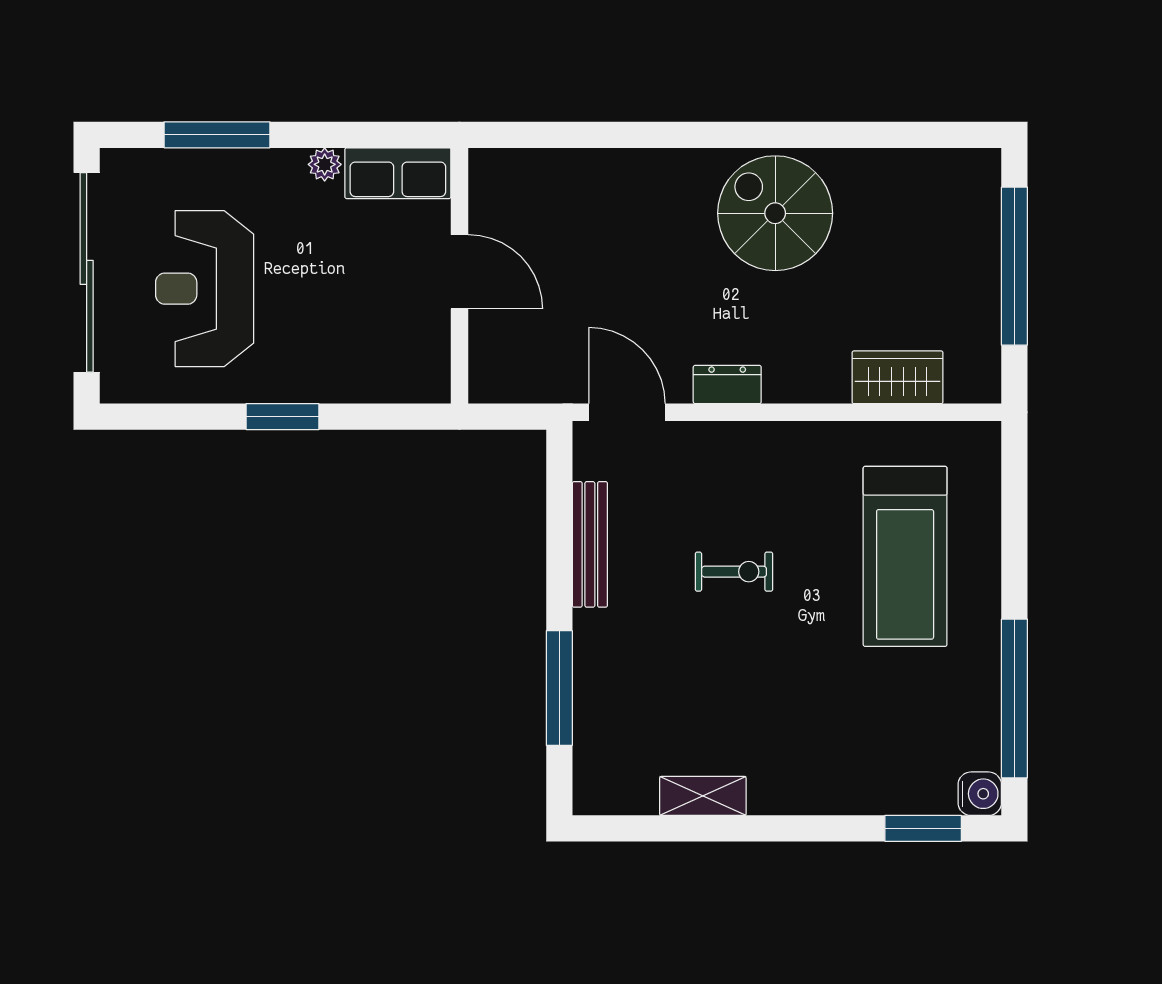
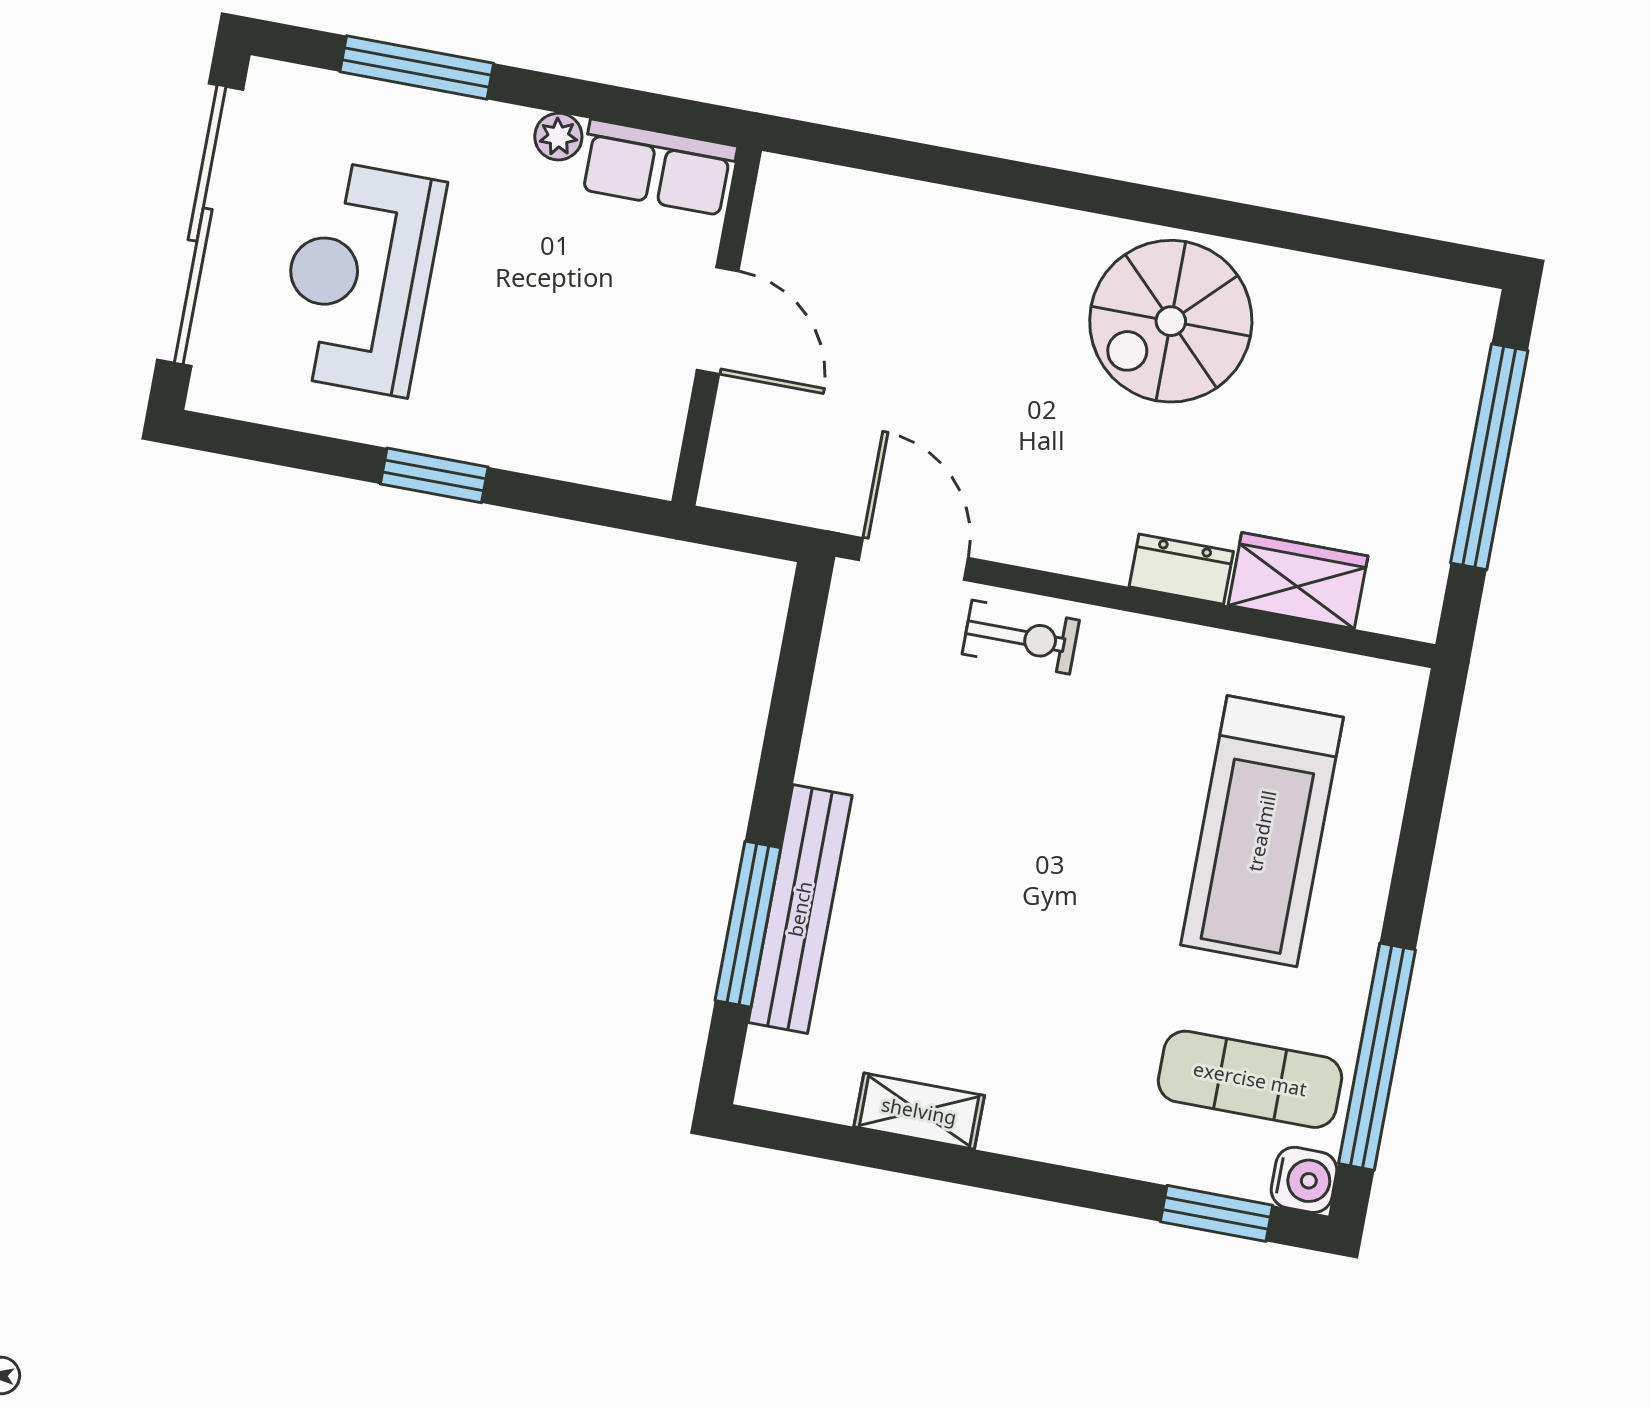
spiral stairs: (775, 213) -> (1171, 321), turned -90
dresser: (727, 384) -> (1181, 569), moved
bench: (590, 544) -> (800, 909), moved, width x1.37, depth x1.21
exercise bike: (734, 572) -> (1021, 637), moved
exercise mat: (929, 731) -> (1250, 1079), added

